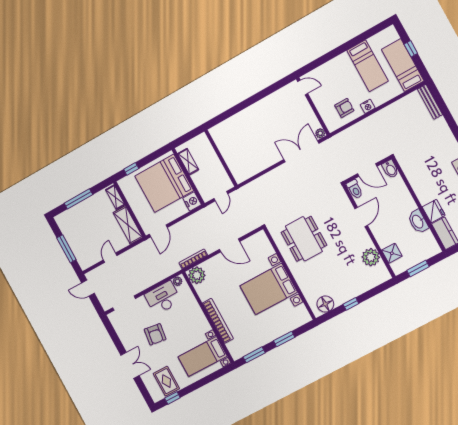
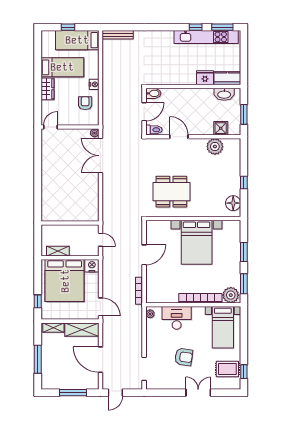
wardrobe: (338, 63) -> (47, 89), added
washbasin: (418, 221) -> (224, 94), moved
door: (110, 258) -> (100, 360), width x1.88
plant: (197, 275) -> (231, 295), moved
desk: (163, 298) -> (177, 318), moved, turned 90

